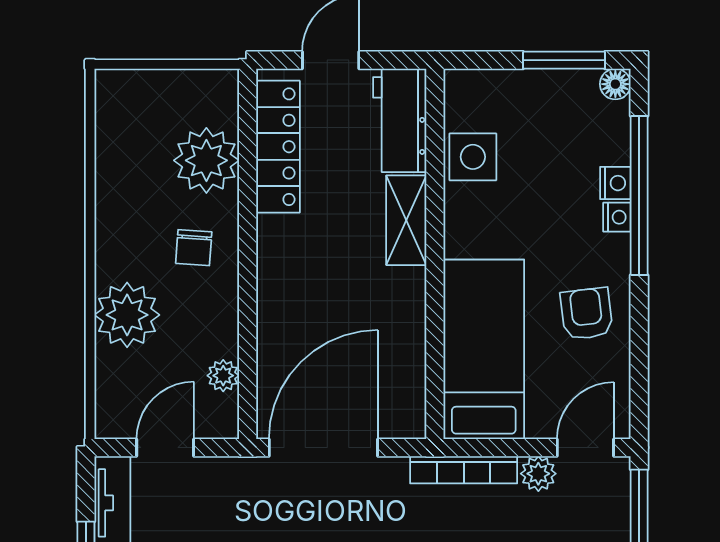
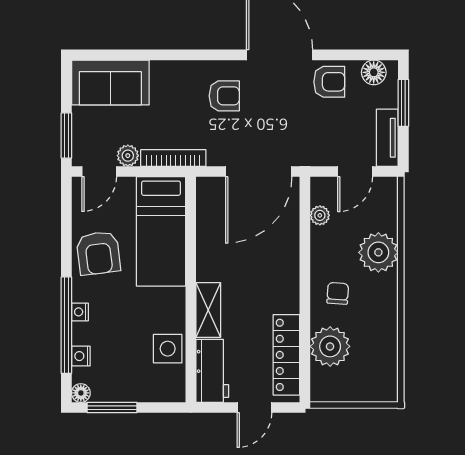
nightstand: (615, 183) -> (81, 356), moved
armchair: (587, 314) -> (98, 253), width x1.38, depth x1.38

